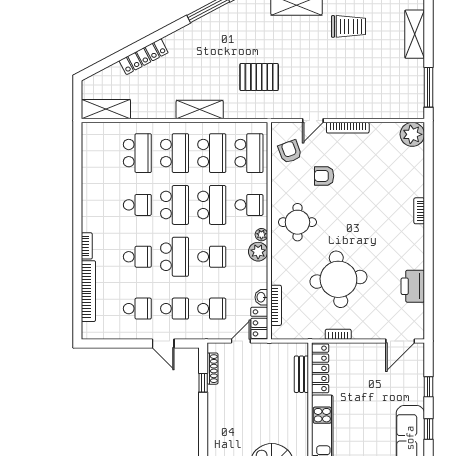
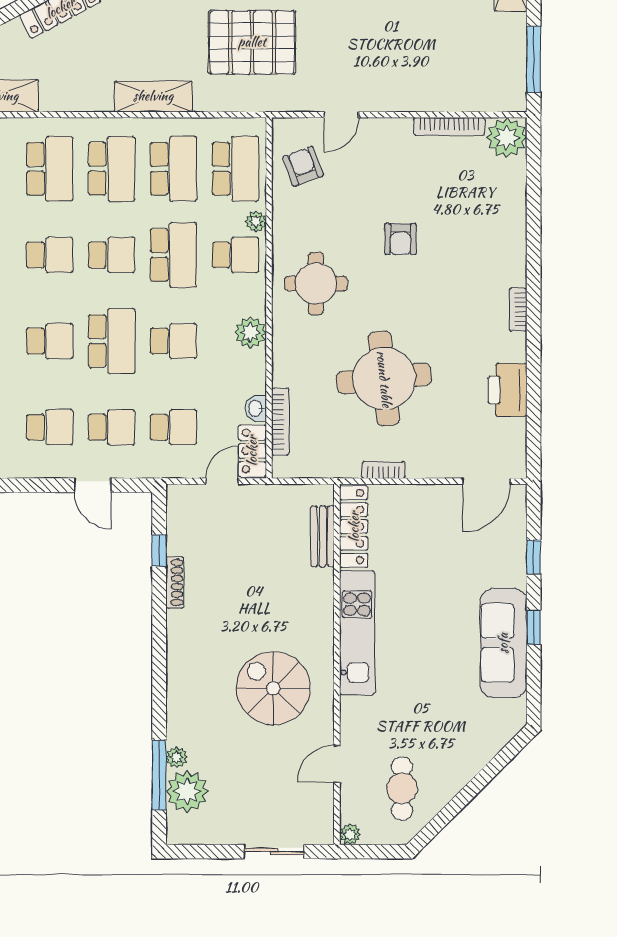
pallet: (259, 77) -> (252, 42), width x1.37, depth x1.41
bookcase: (348, 128) -> (449, 127), moved
armchair: (324, 176) -> (400, 239), moved, turned -90
school desk: (175, 205) -> (112, 255), width x0.54
bookcase: (419, 211) -> (518, 310), moved
plant: (261, 235) -> (256, 222), moved
shoe rack: (213, 369) -> (175, 582), moved

